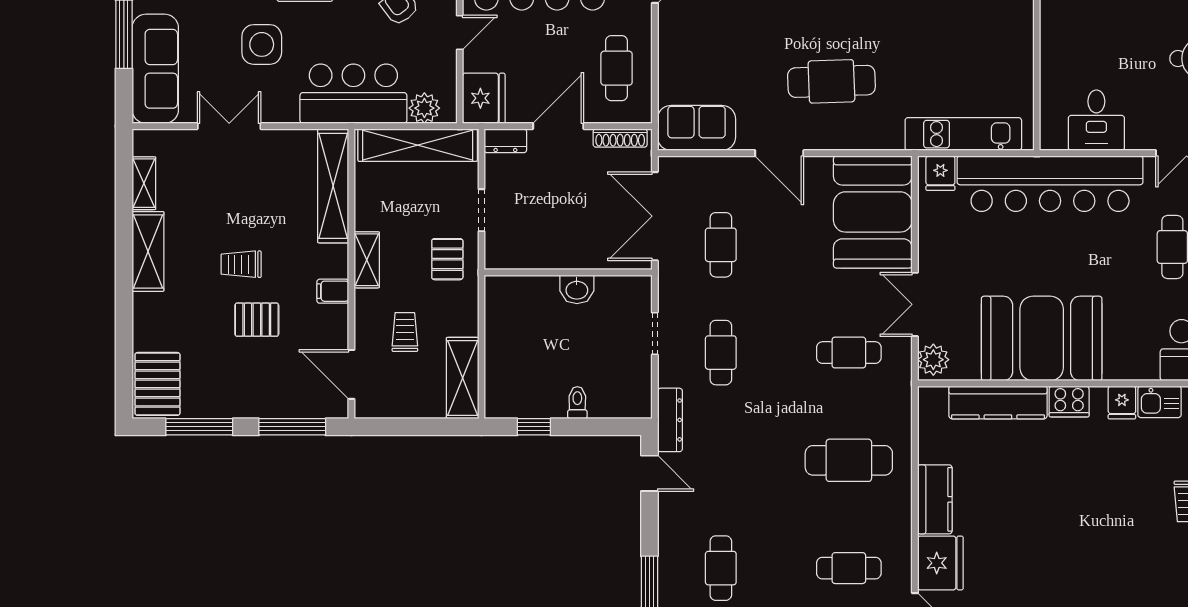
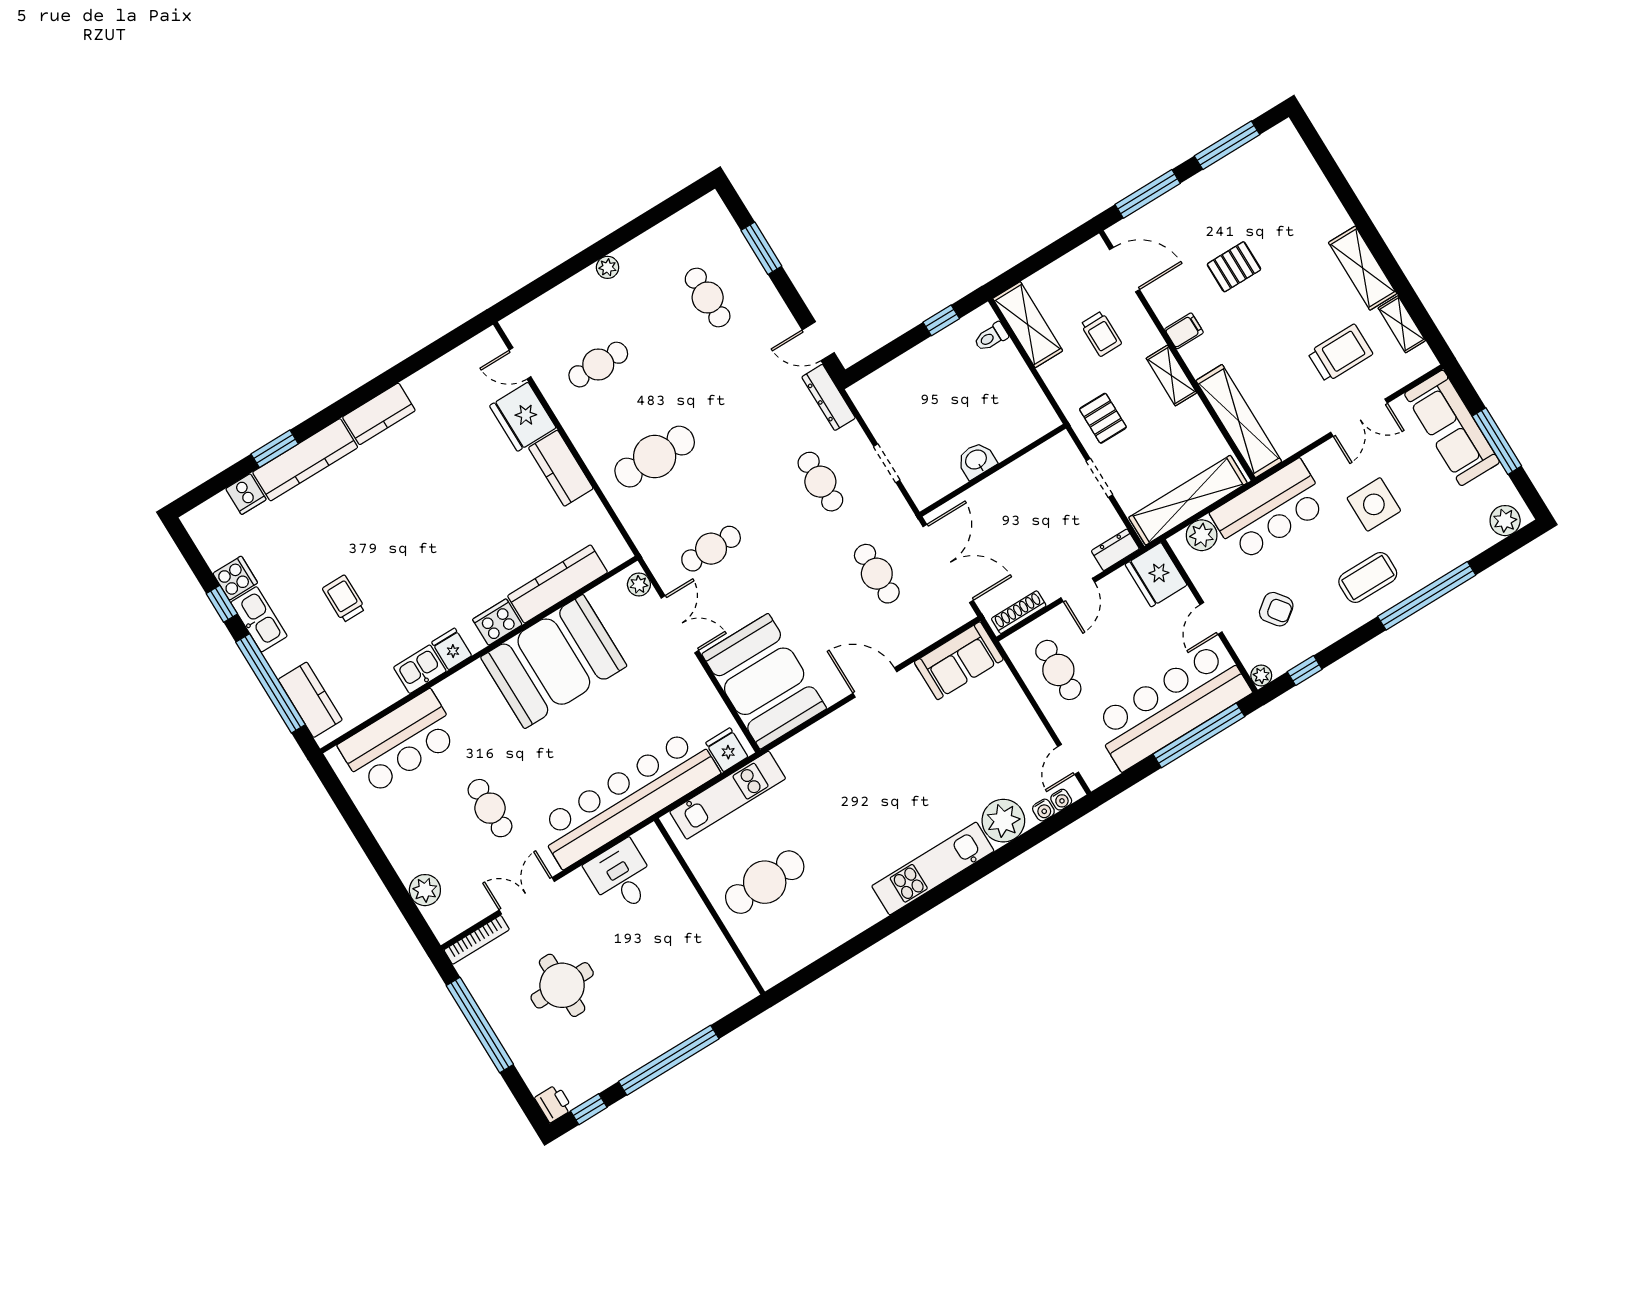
cafe table: (831, 81) -> (765, 882), moved
door: (558, 126) -> (1078, 590), width x0.73
trolley: (241, 264) -> (1340, 353), moved, width x1.36, depth x1.39
plant: (933, 360) -> (639, 584), width x0.73, depth x0.73
pallet: (157, 384) -> (1285, 160), removed
toilet: (577, 403) -> (991, 337), moved, turned 90

